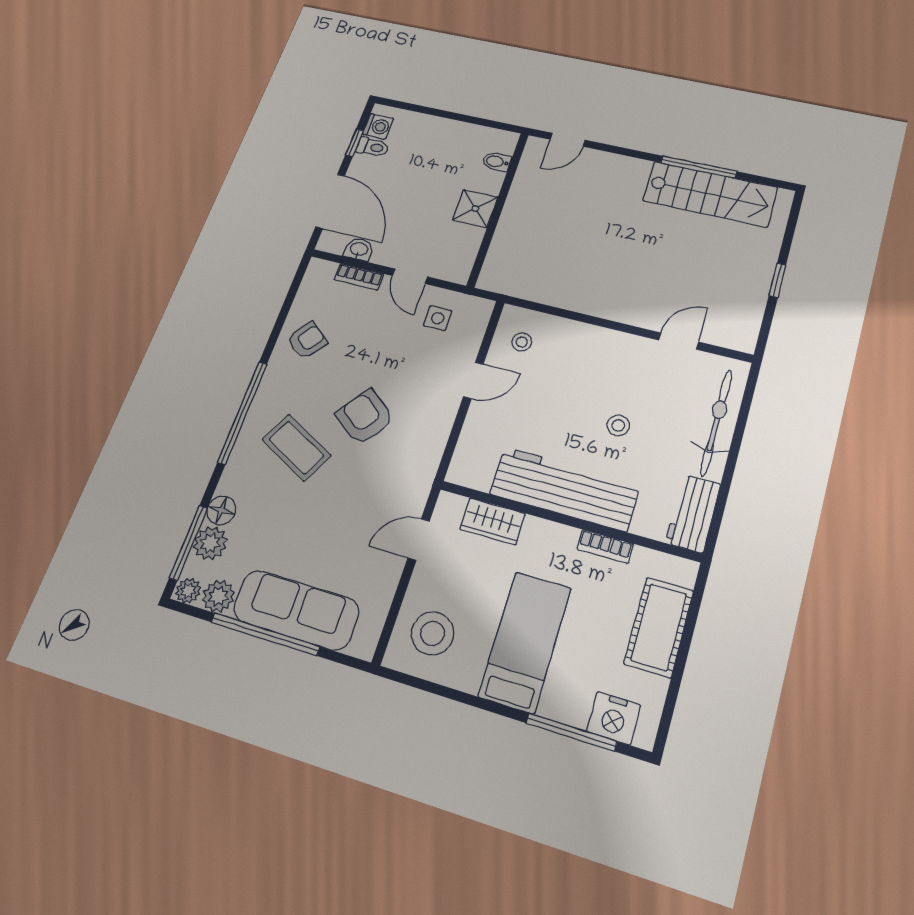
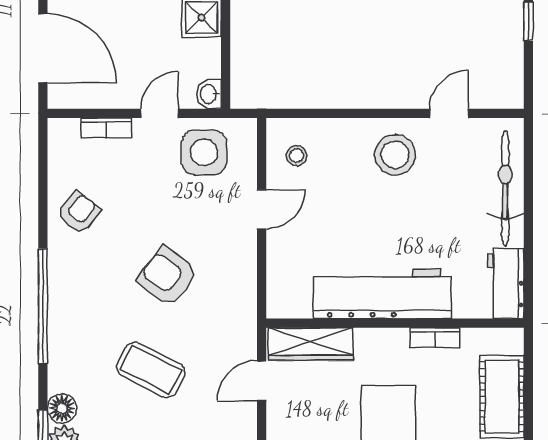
washbasin: (359, 249) -> (209, 94), moved, turned -90
door: (410, 276) -> (160, 113), swing flipped
side table: (438, 318) -> (204, 152), width x1.87, depth x1.87
stool: (618, 425) -> (395, 155), moved, width x1.89, depth x1.89
coffee table: (296, 448) -> (151, 370), moved
wardrobe: (492, 521) -> (311, 344), width x1.50

